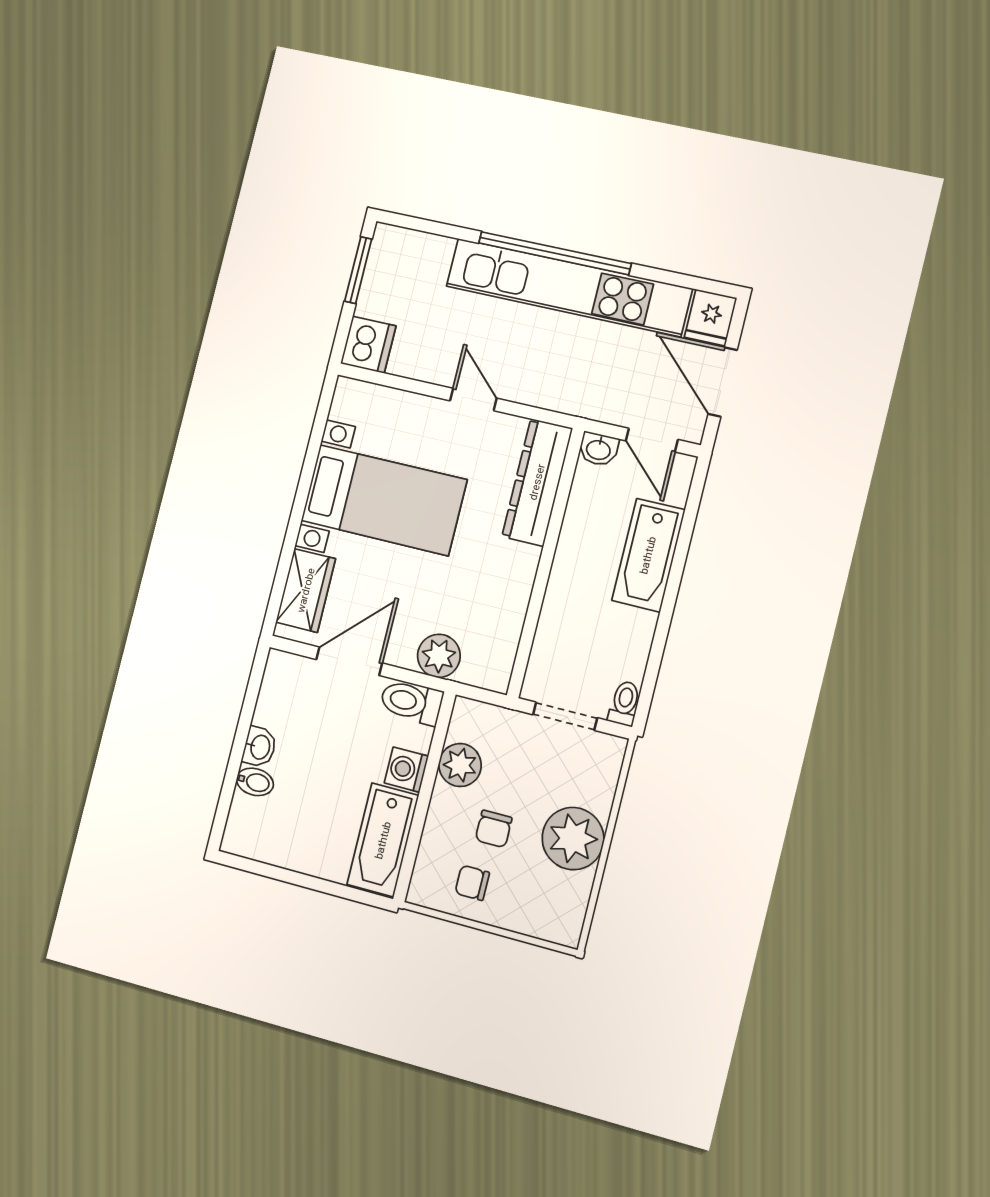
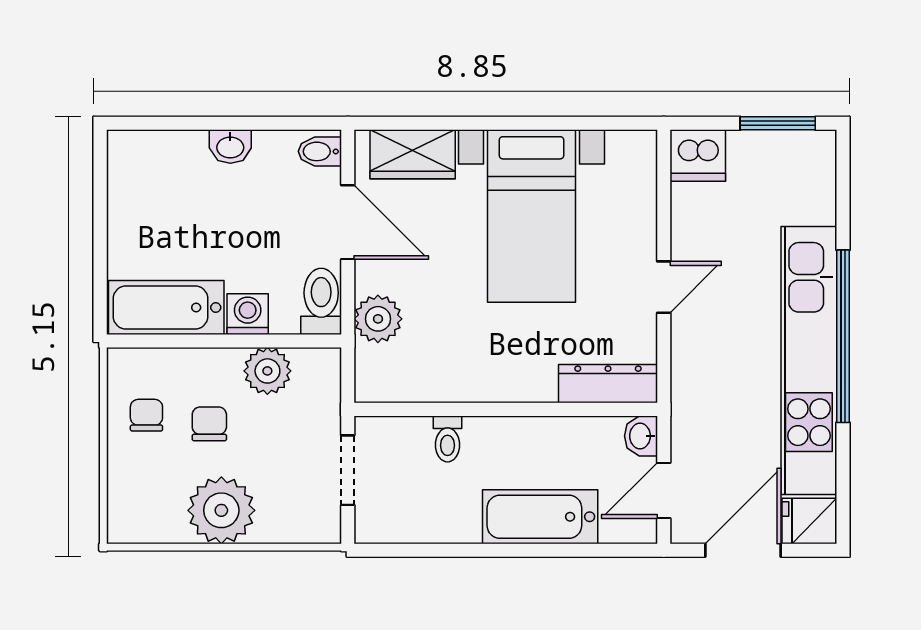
dresser: (537, 482) -> (608, 384), width x0.73, depth x0.80
toilet: (624, 703) -> (448, 439), moved, turned 90
bidet: (255, 782) -> (320, 151), moved, turned 90
chair: (494, 829) -> (209, 424), turned 90

